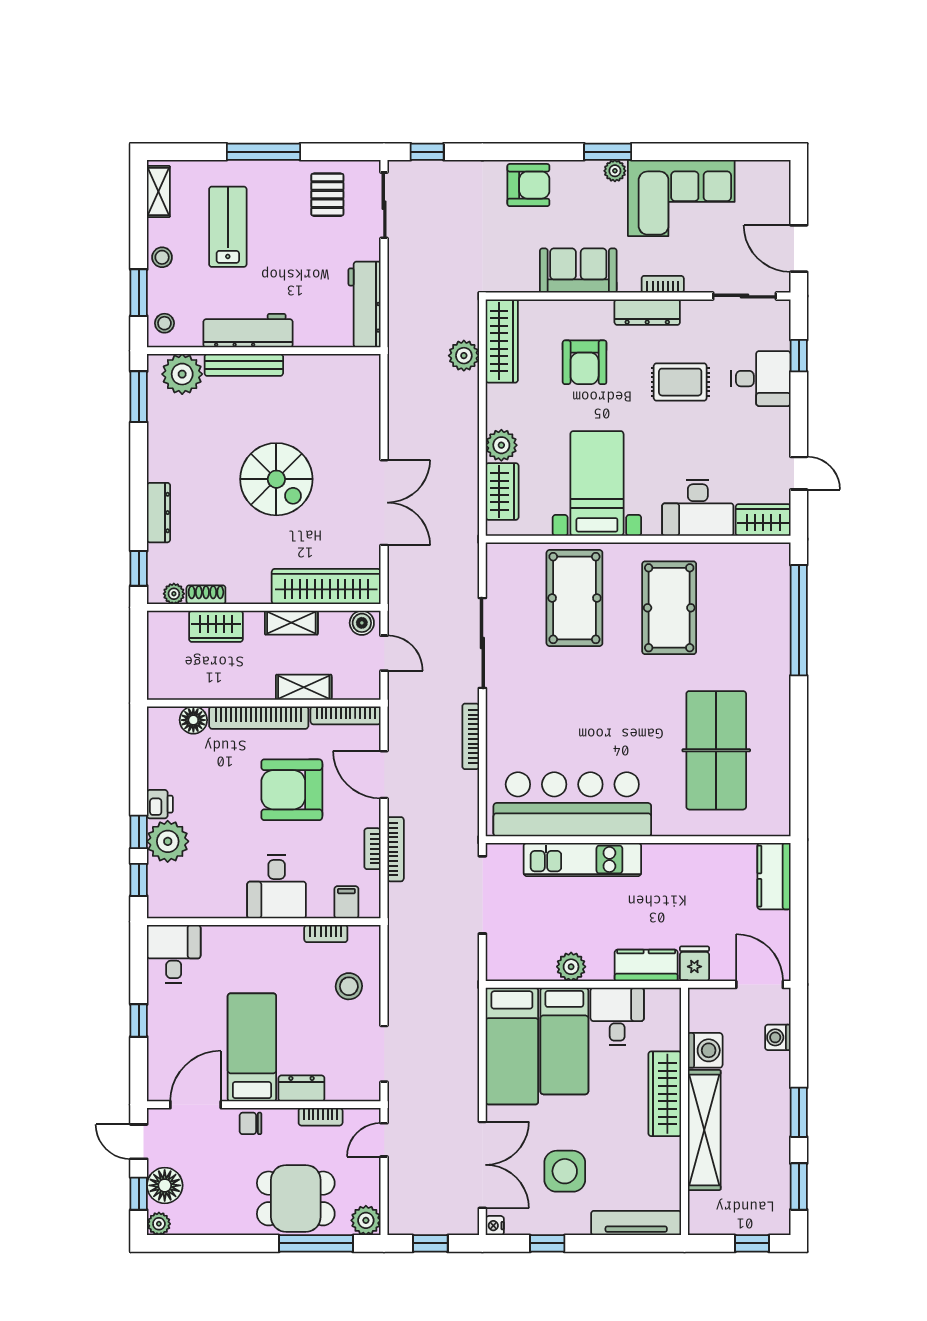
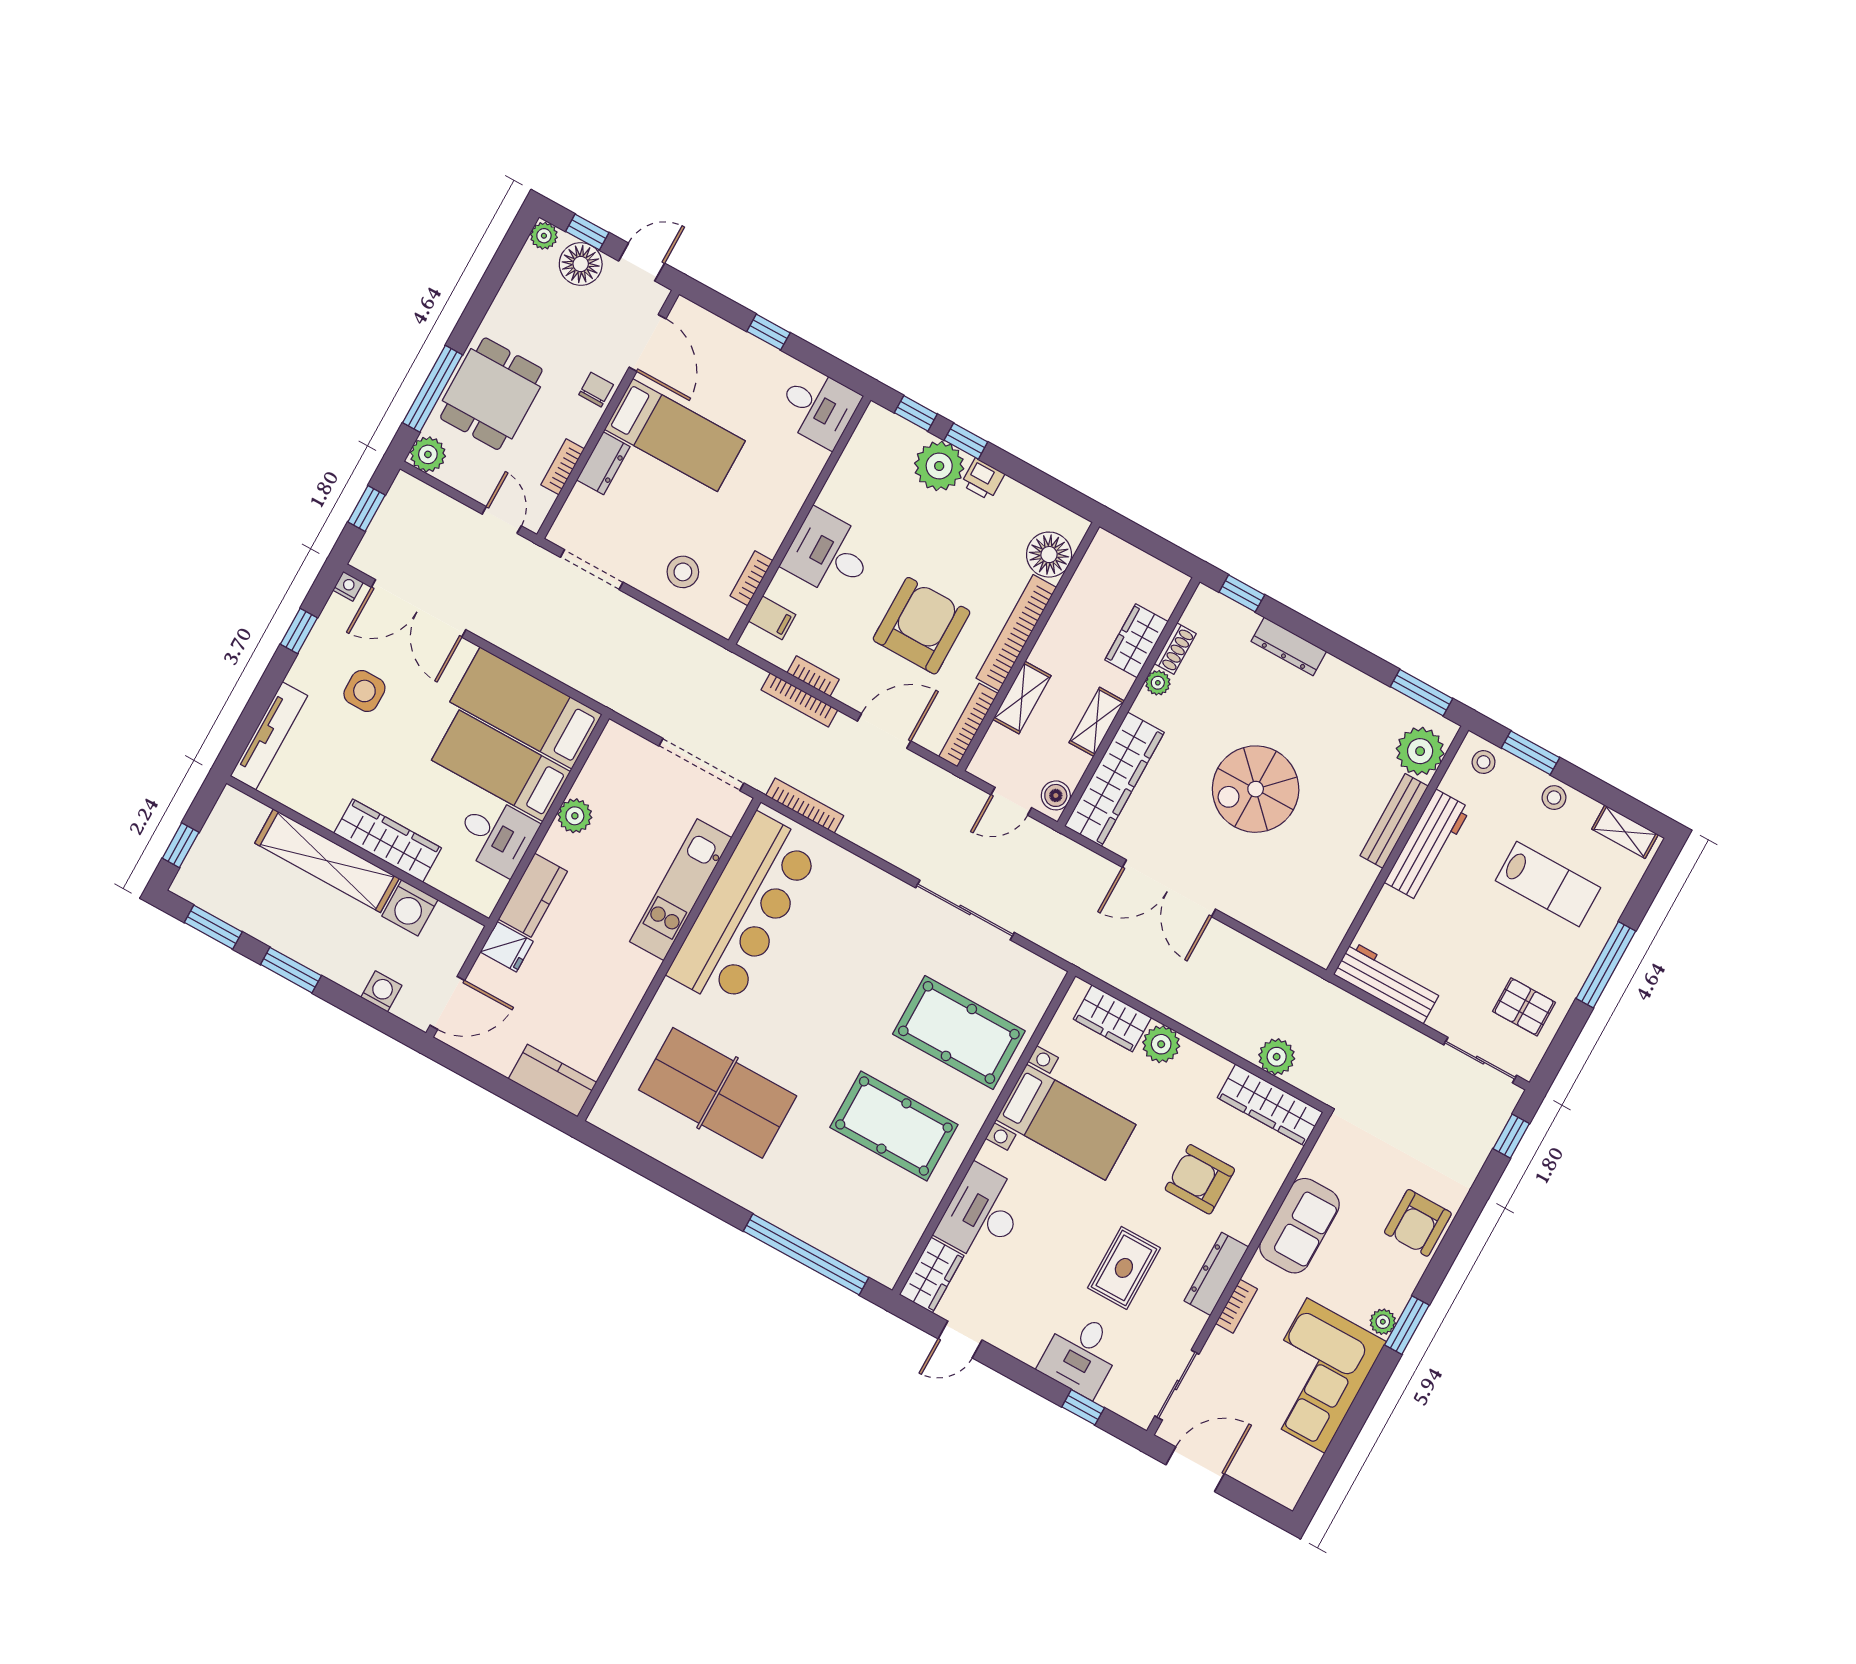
plant: (174, 594) -> (1158, 683), moved
floor lamp: (193, 720) -> (1049, 555), width x1.38, depth x1.38
bookcase: (471, 736) -> (805, 806), moved
side table: (565, 1171) -> (364, 691), width x0.73, depth x0.73

